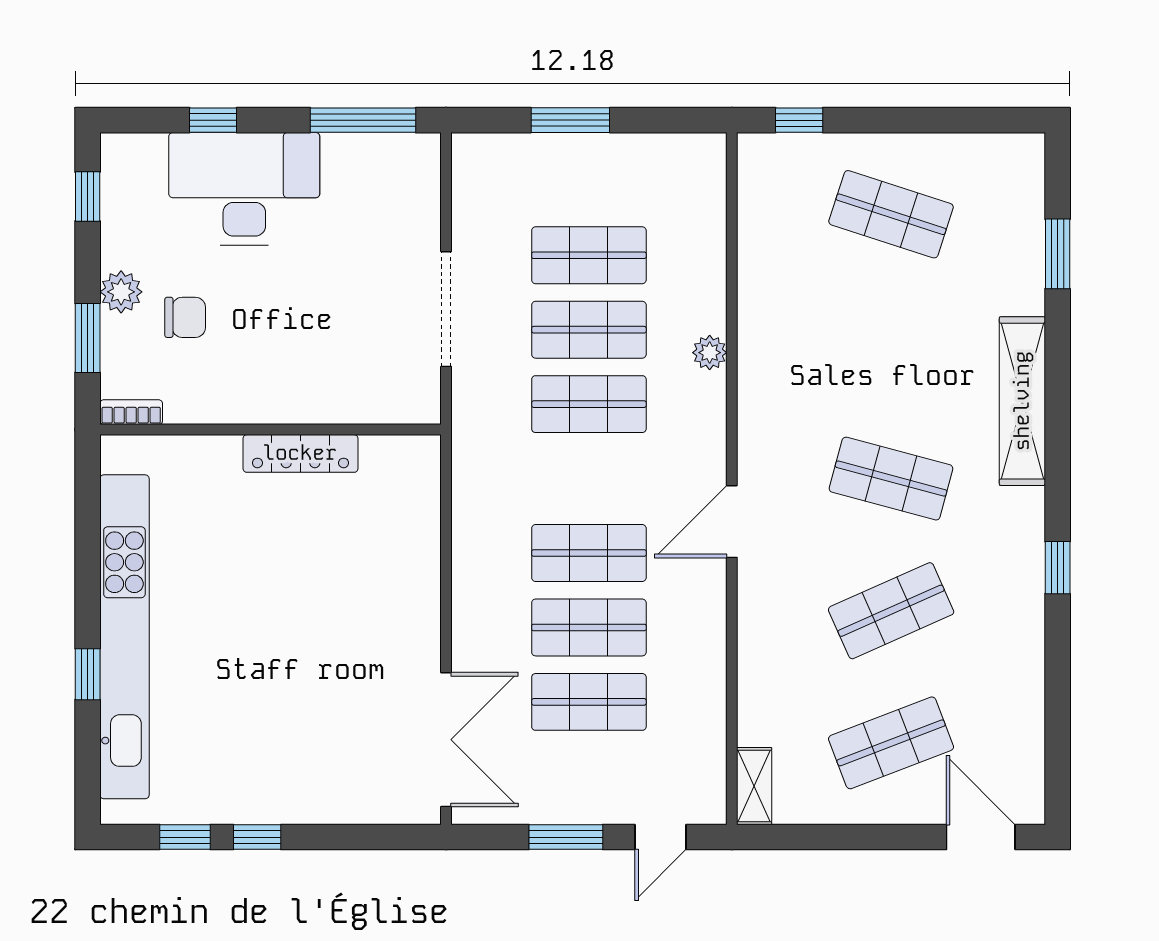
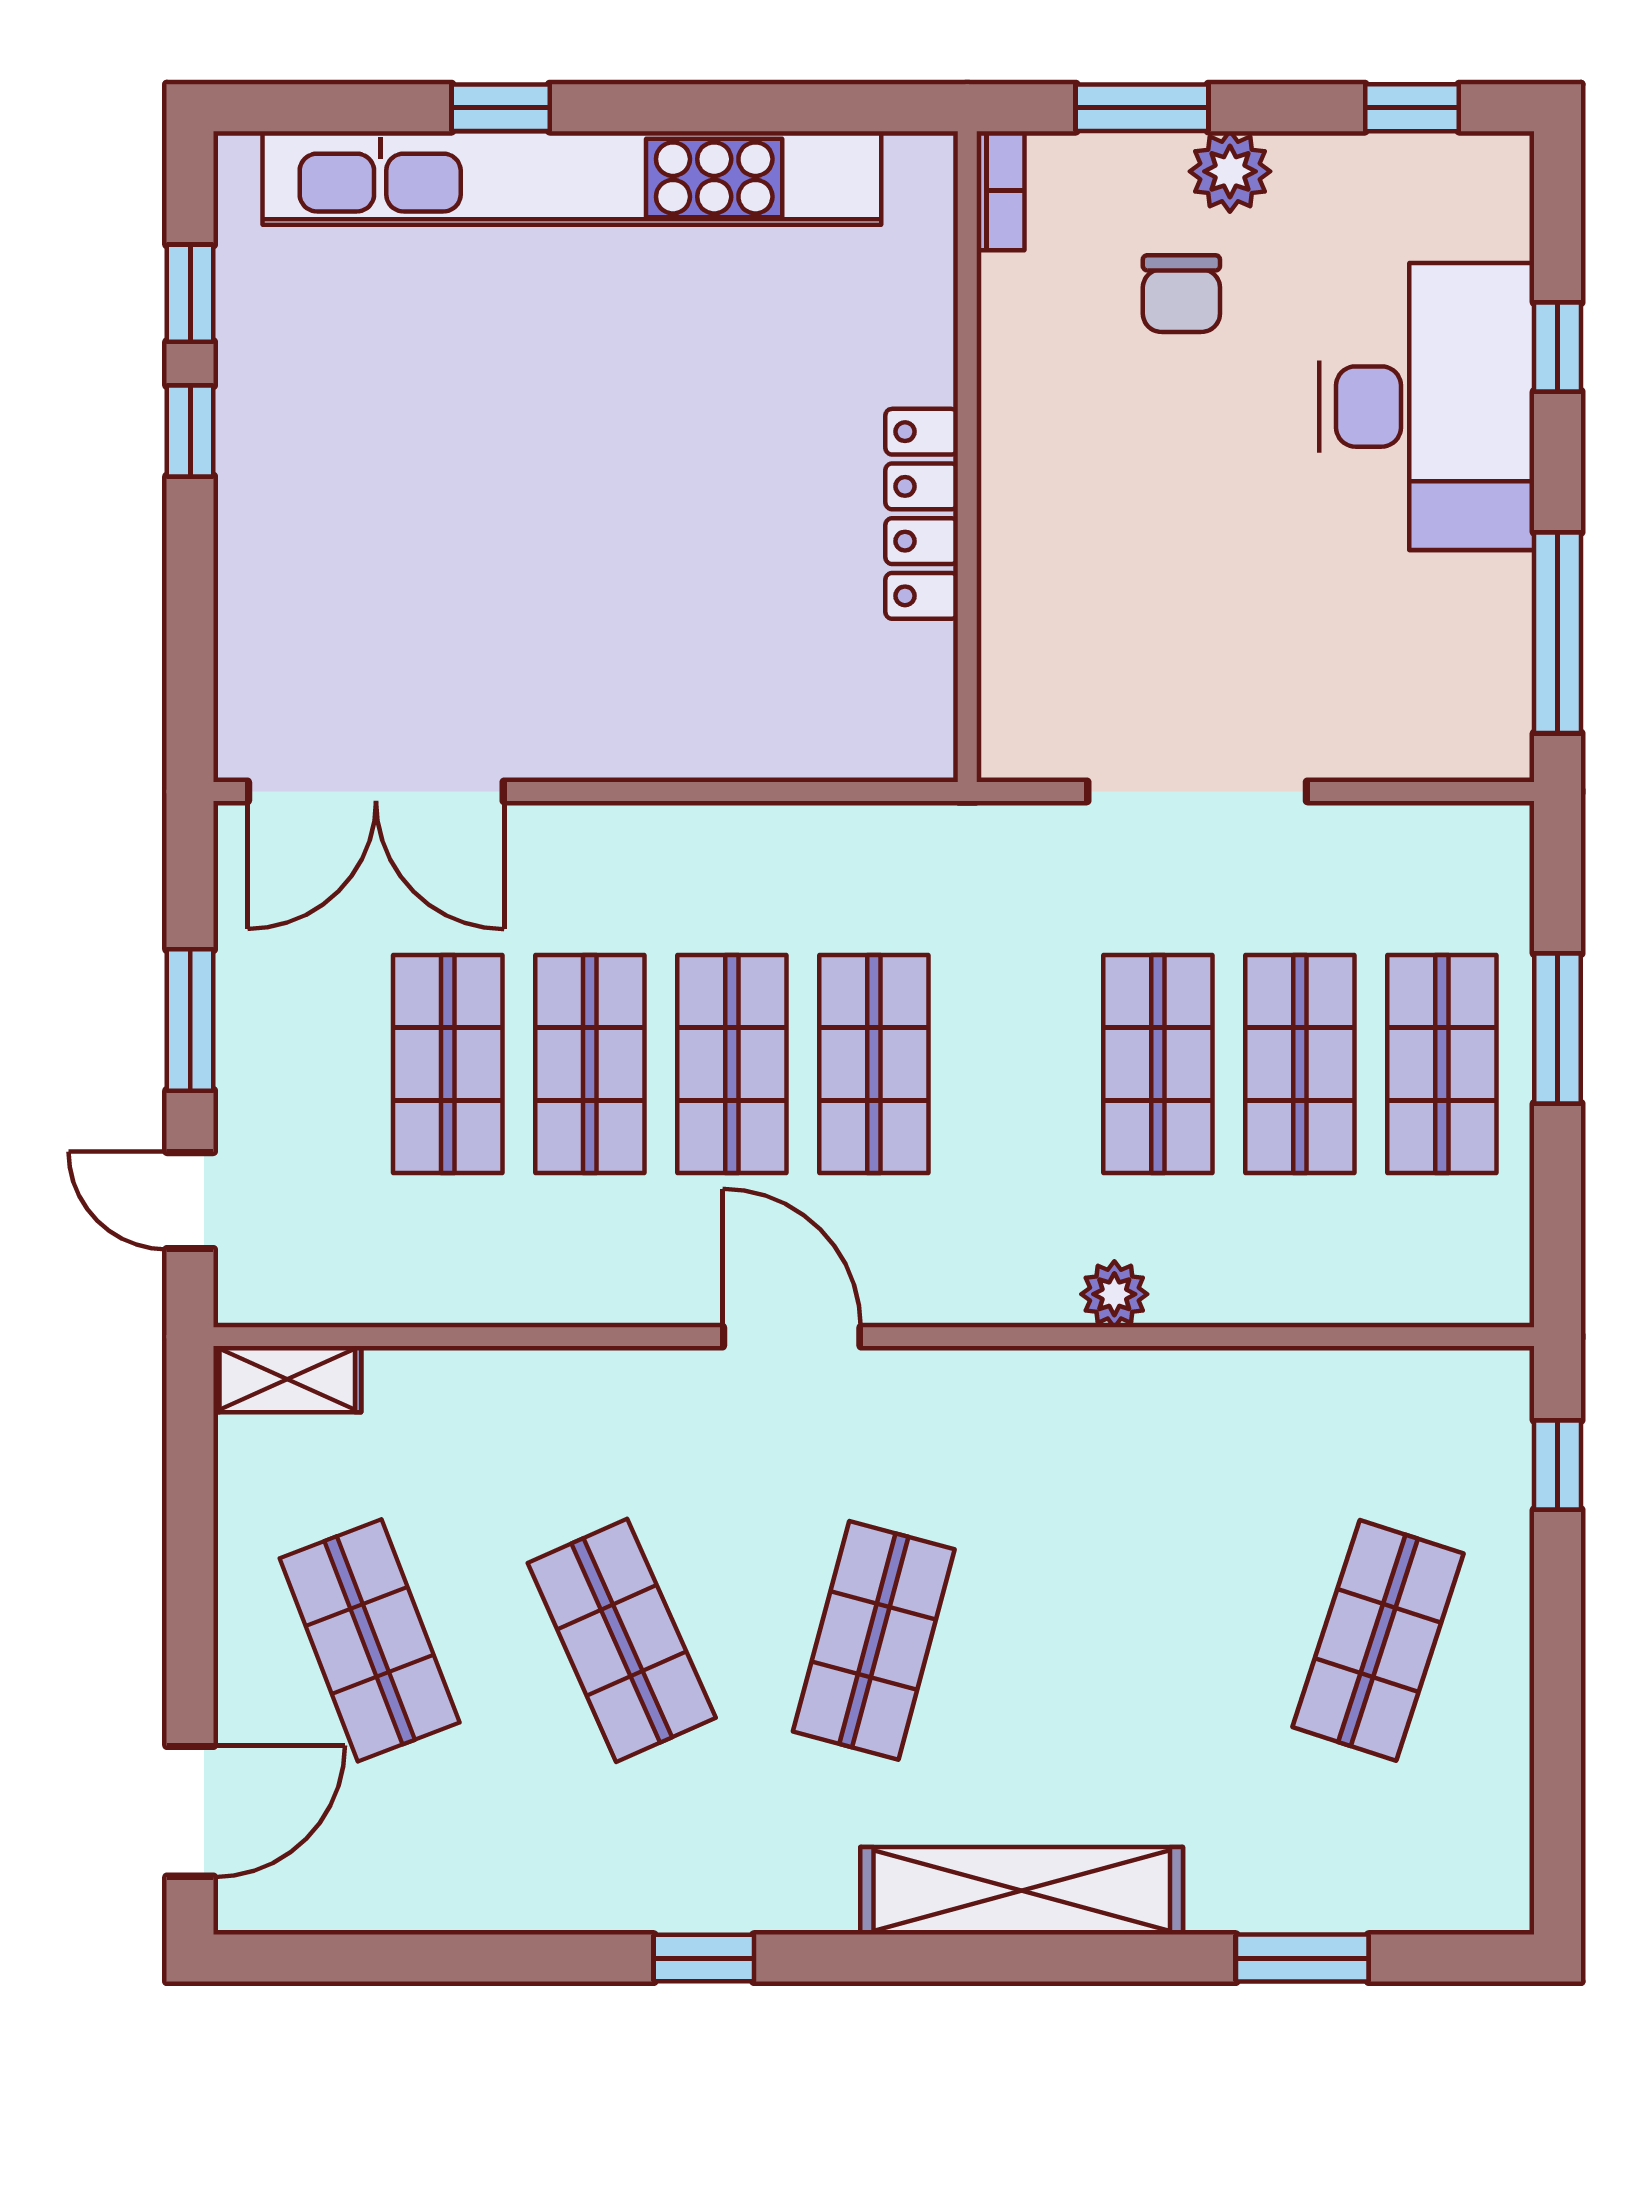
shop shelf: (589, 181) -> (1442, 1064), added
shop shelf: (589, 404) -> (874, 1064), moved

